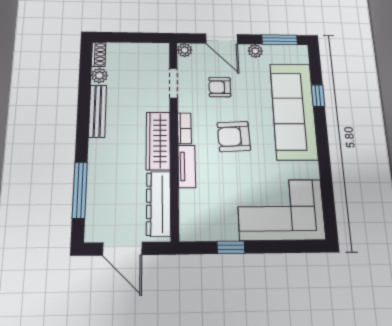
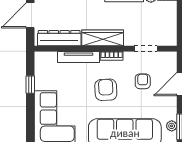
plant: (185, 50) -> (172, 57), removed
plant: (255, 51) -> (172, 126), moved
tv unit: (187, 166) -> (78, 57), width x1.41

